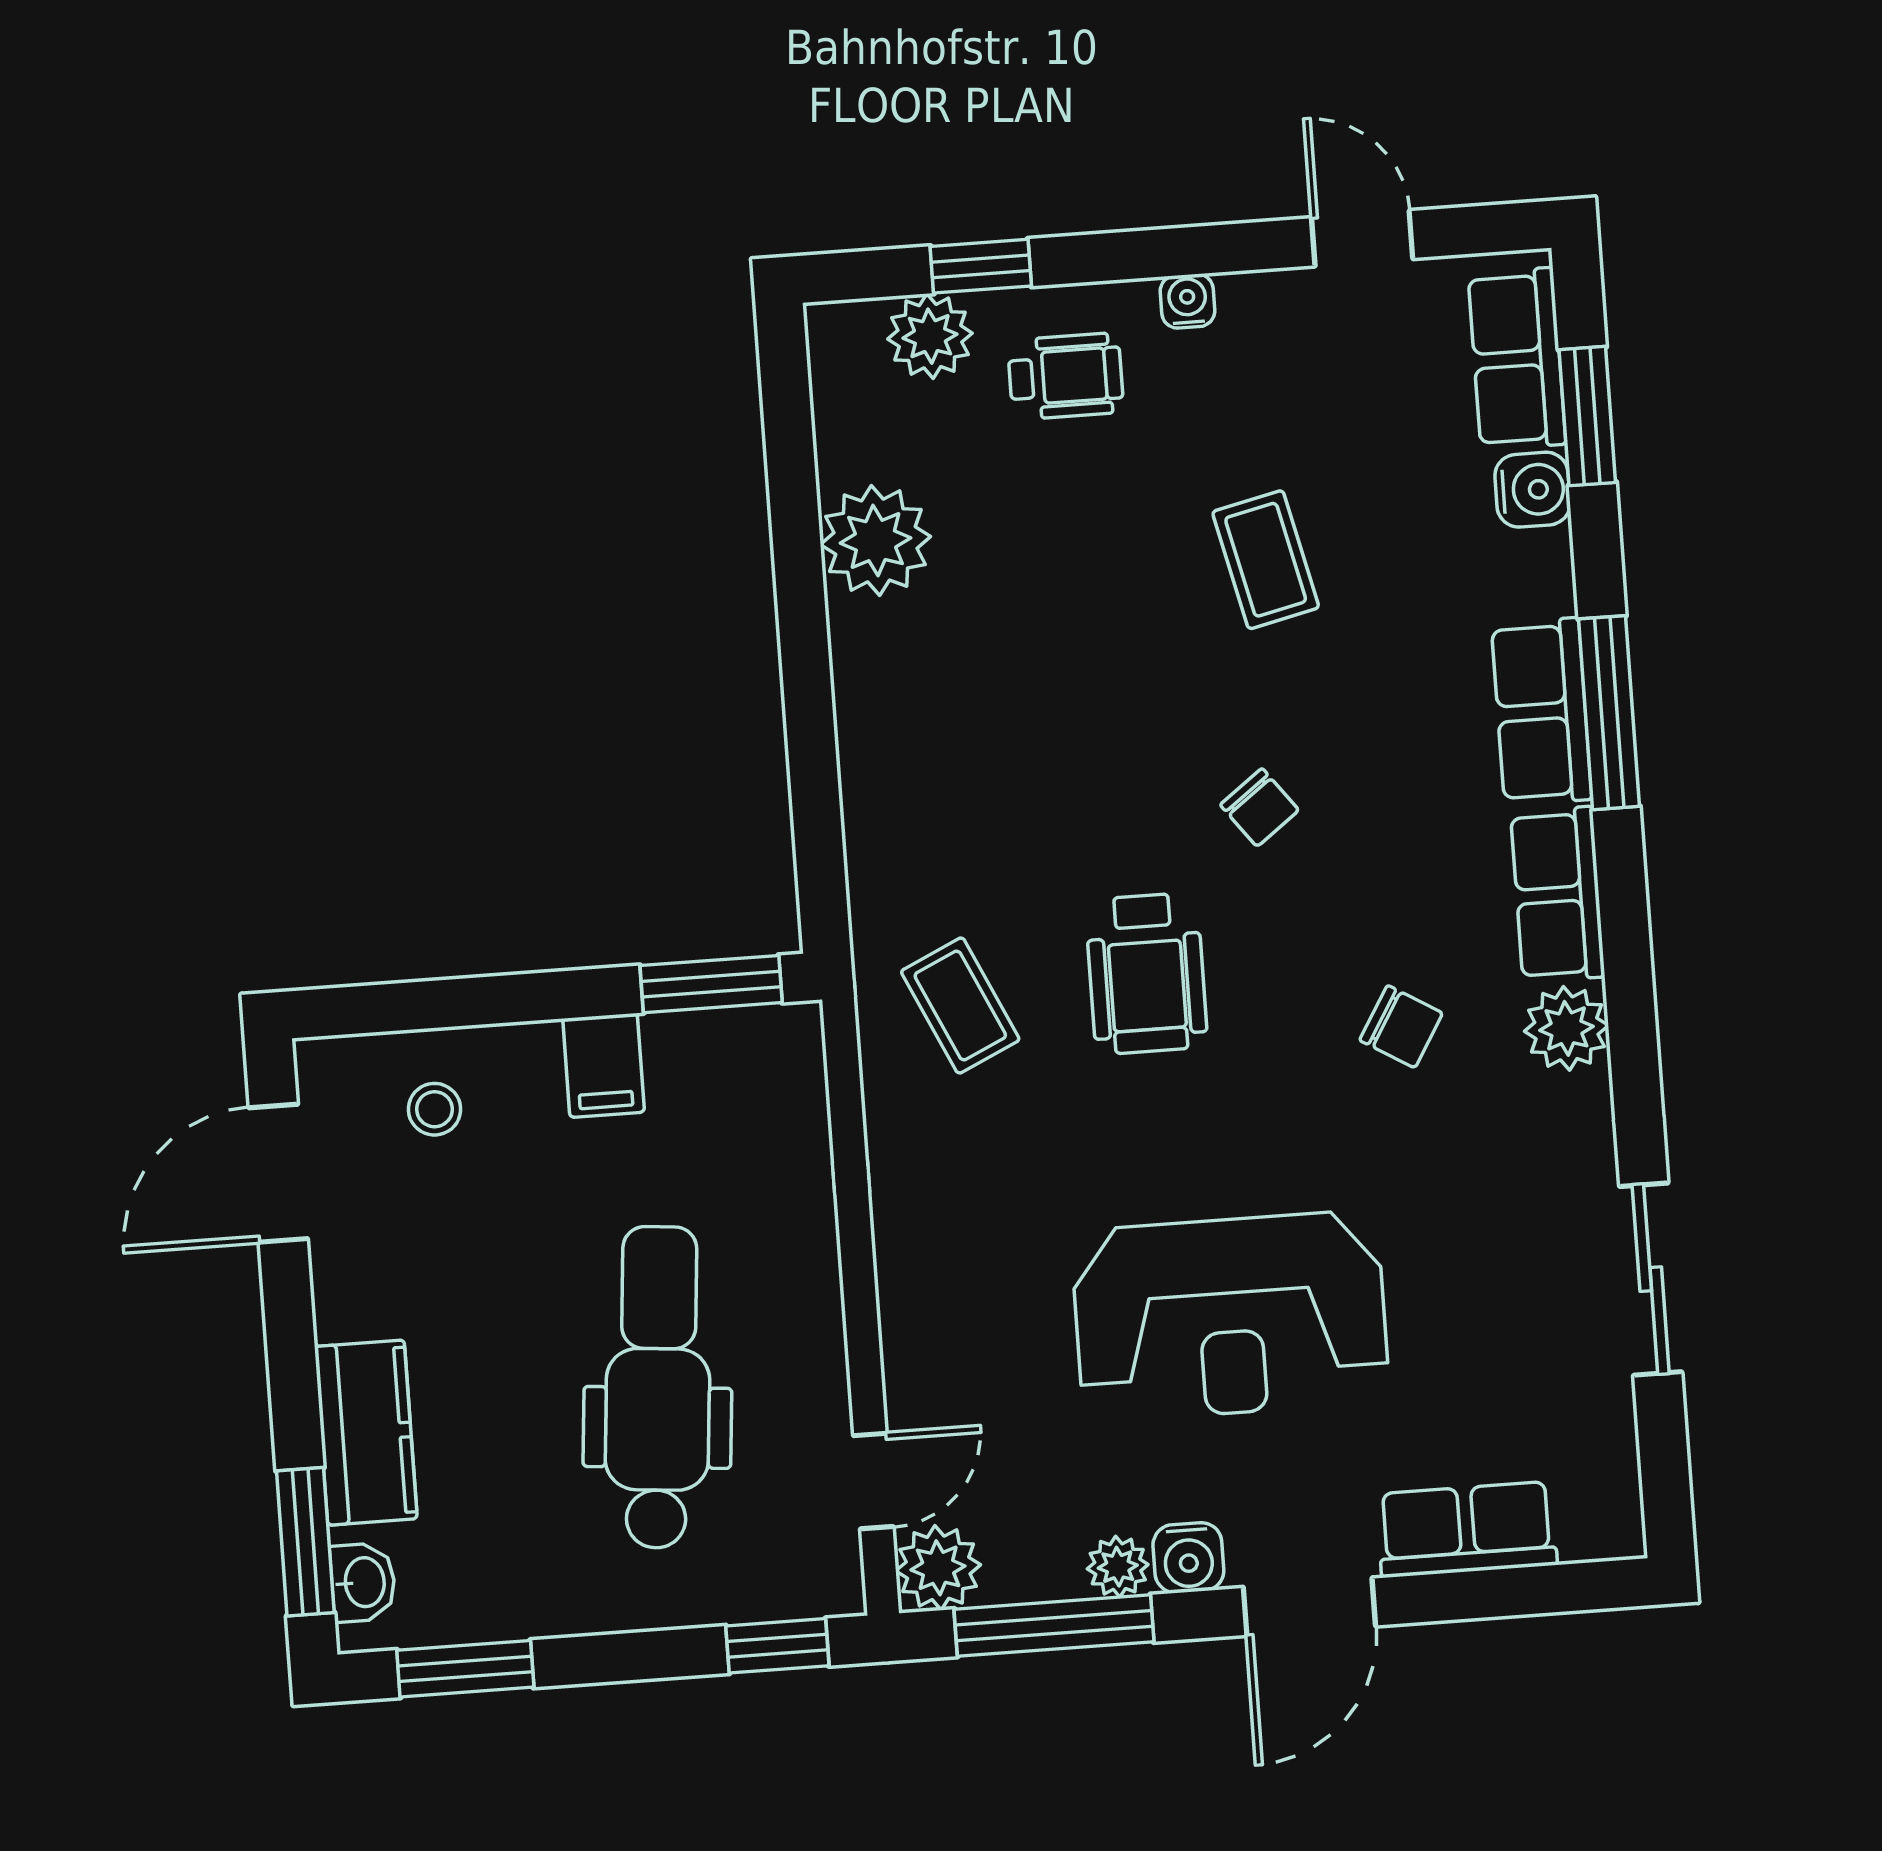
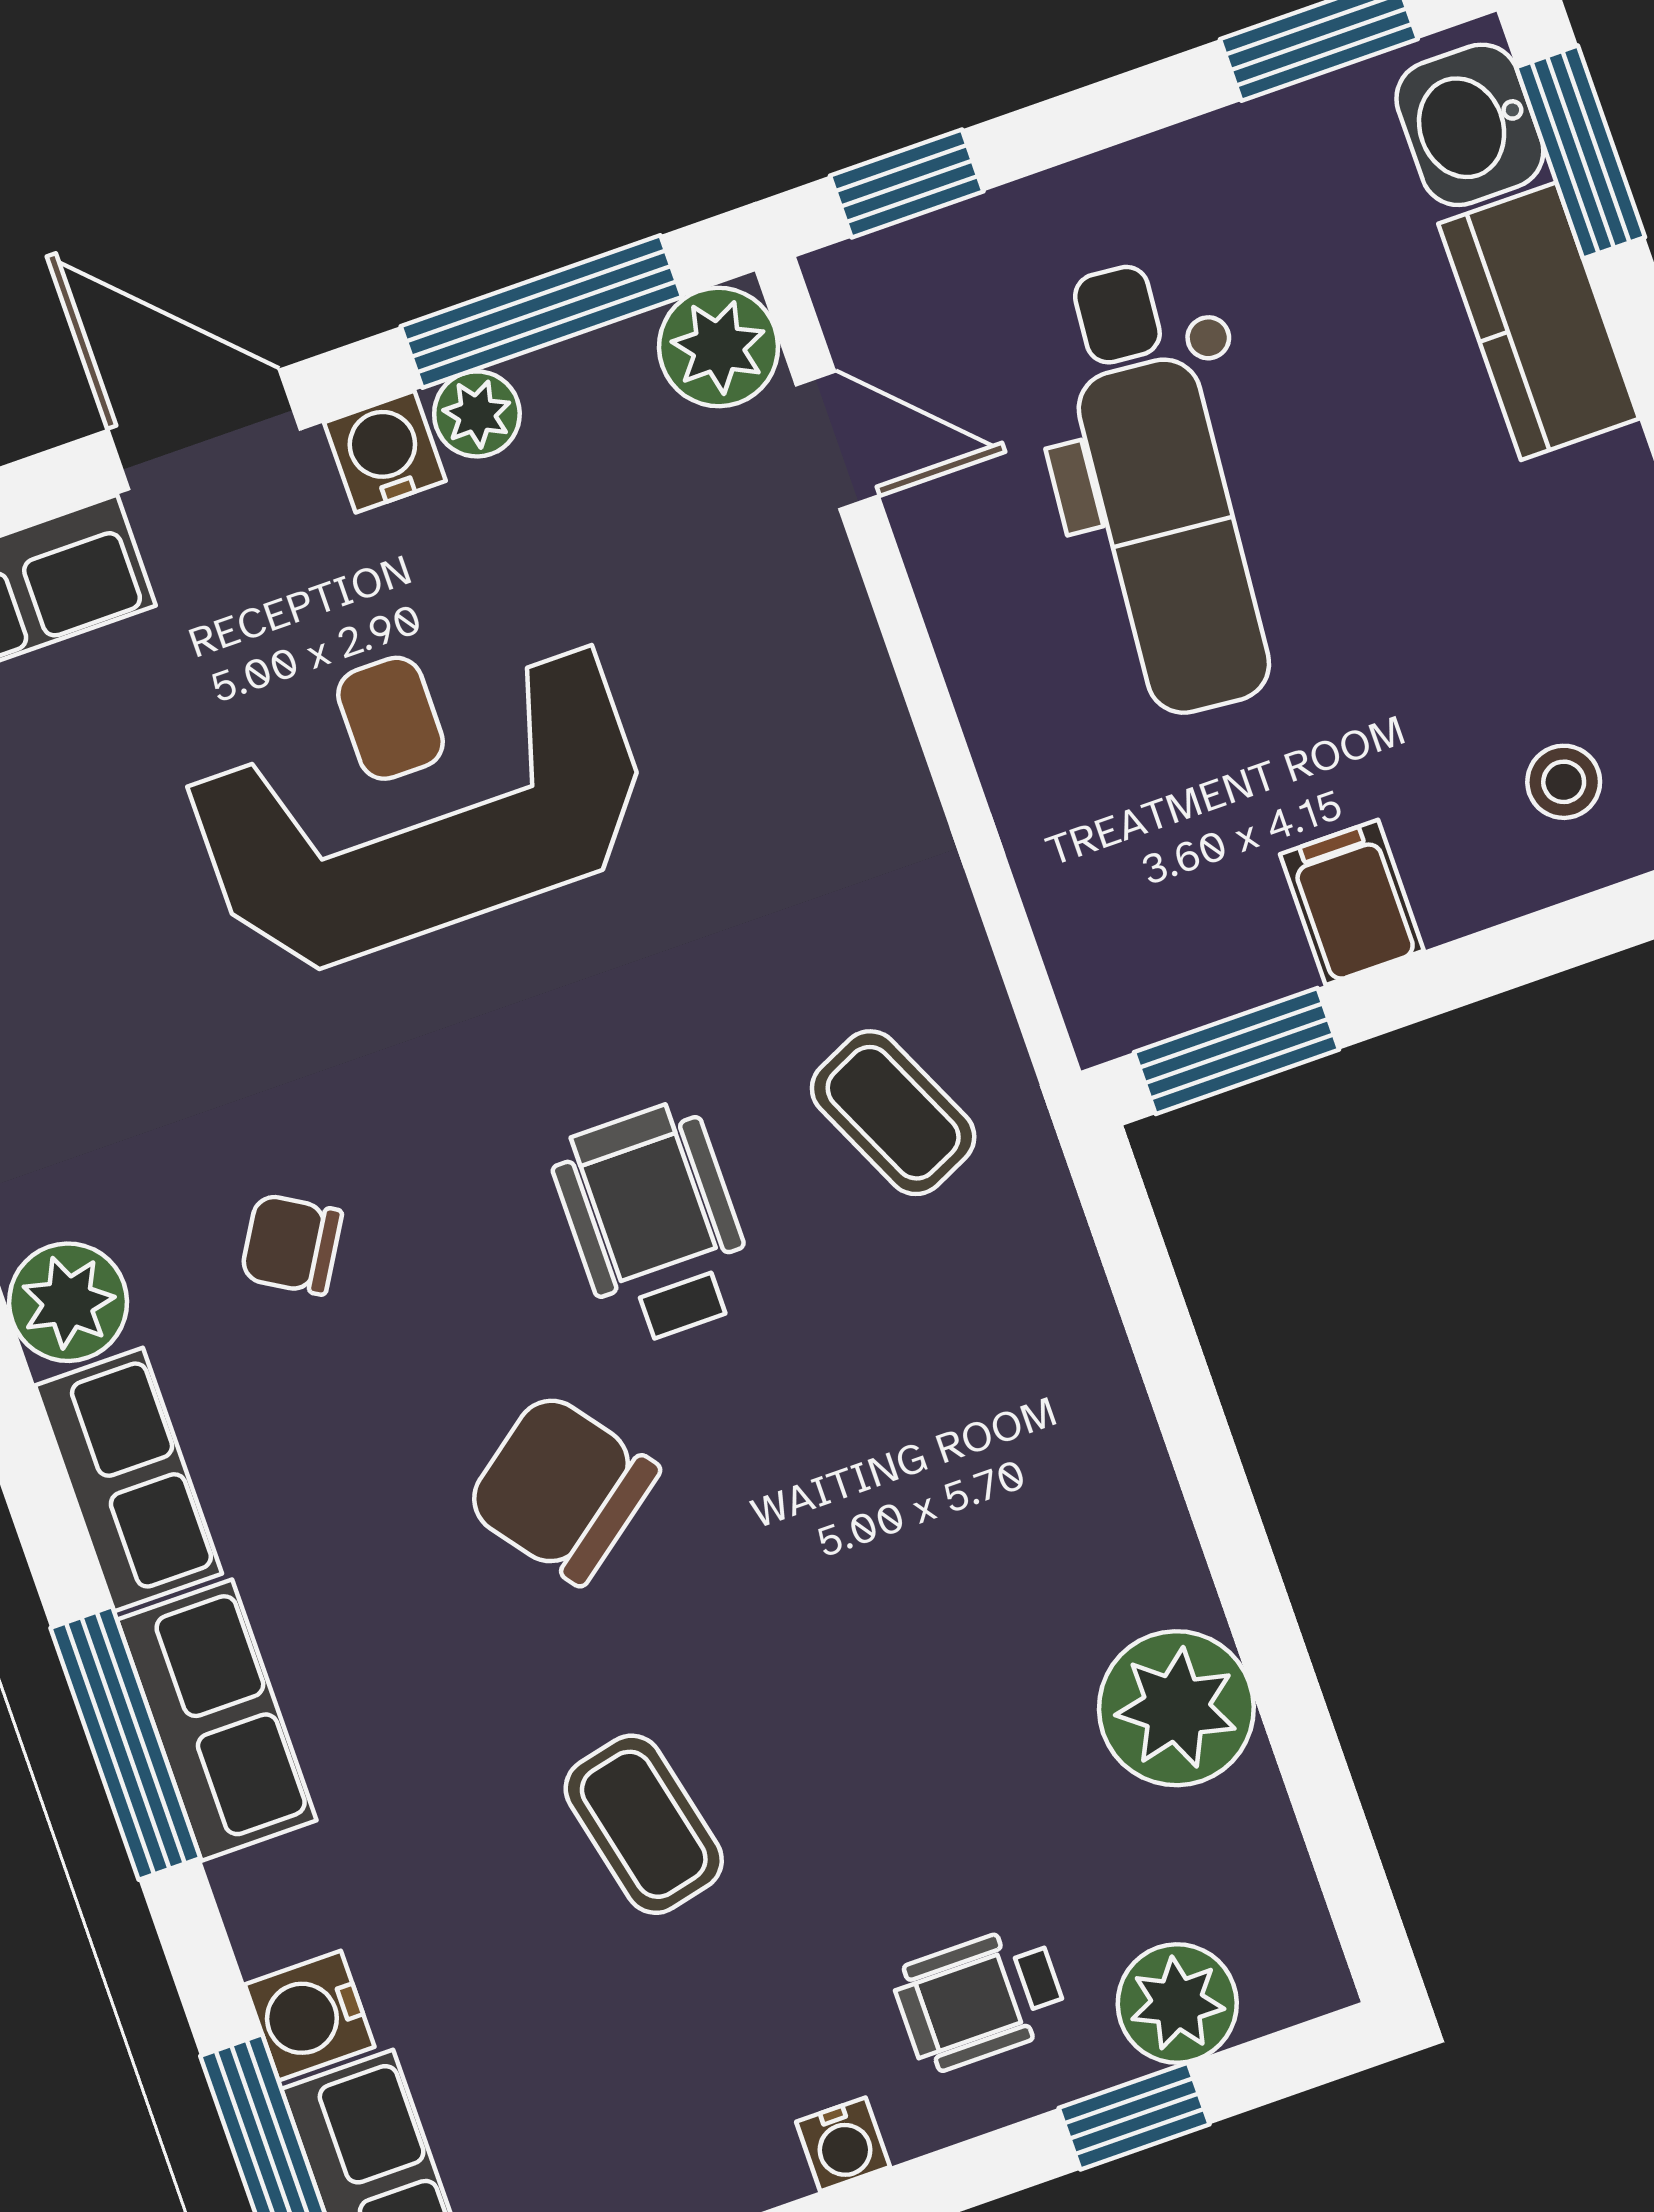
chair: (1260, 807) -> (562, 1488), width x1.87, depth x1.87
door: (873, 1481) -> (837, 440), swing flipped
washbasin: (363, 1582) -> (1470, 125), width x1.38, depth x1.45
door: (1309, 1607) -> (204, 430), hinge flipped

